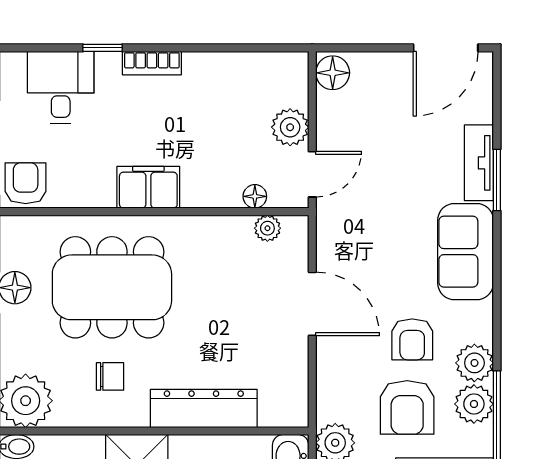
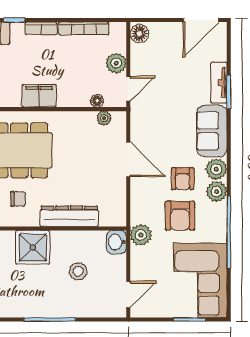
bookcase: (230, 63) -> (84, 28), added
plant: (474, 404) -> (216, 169), moved

